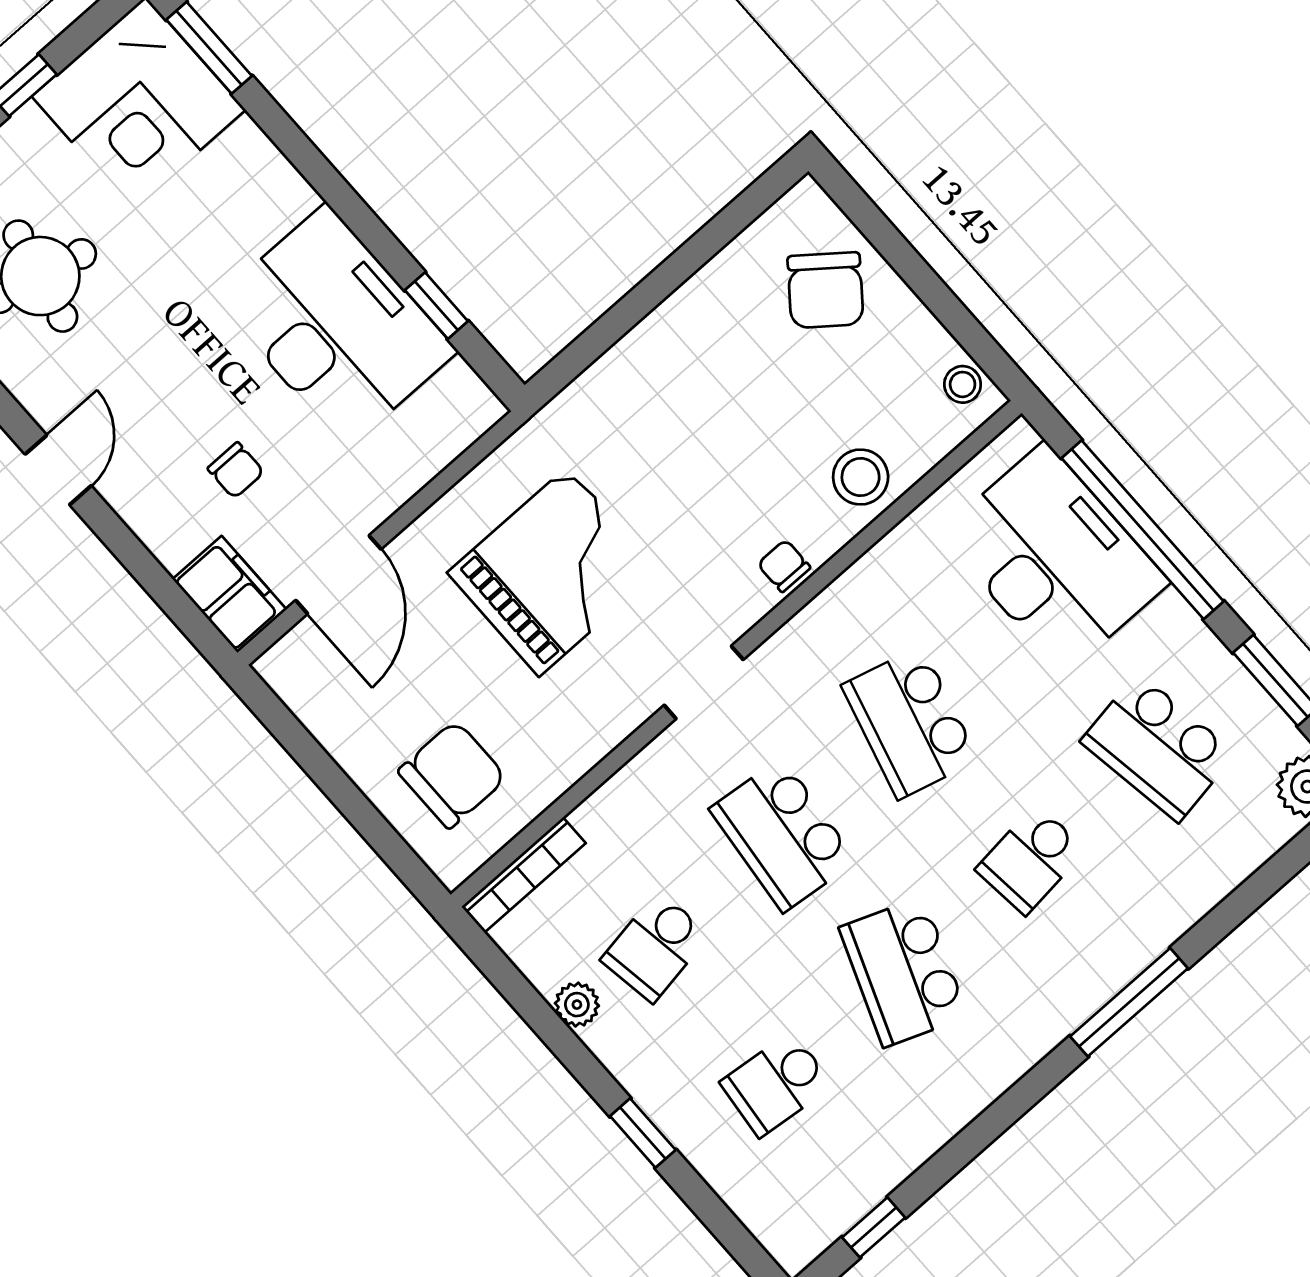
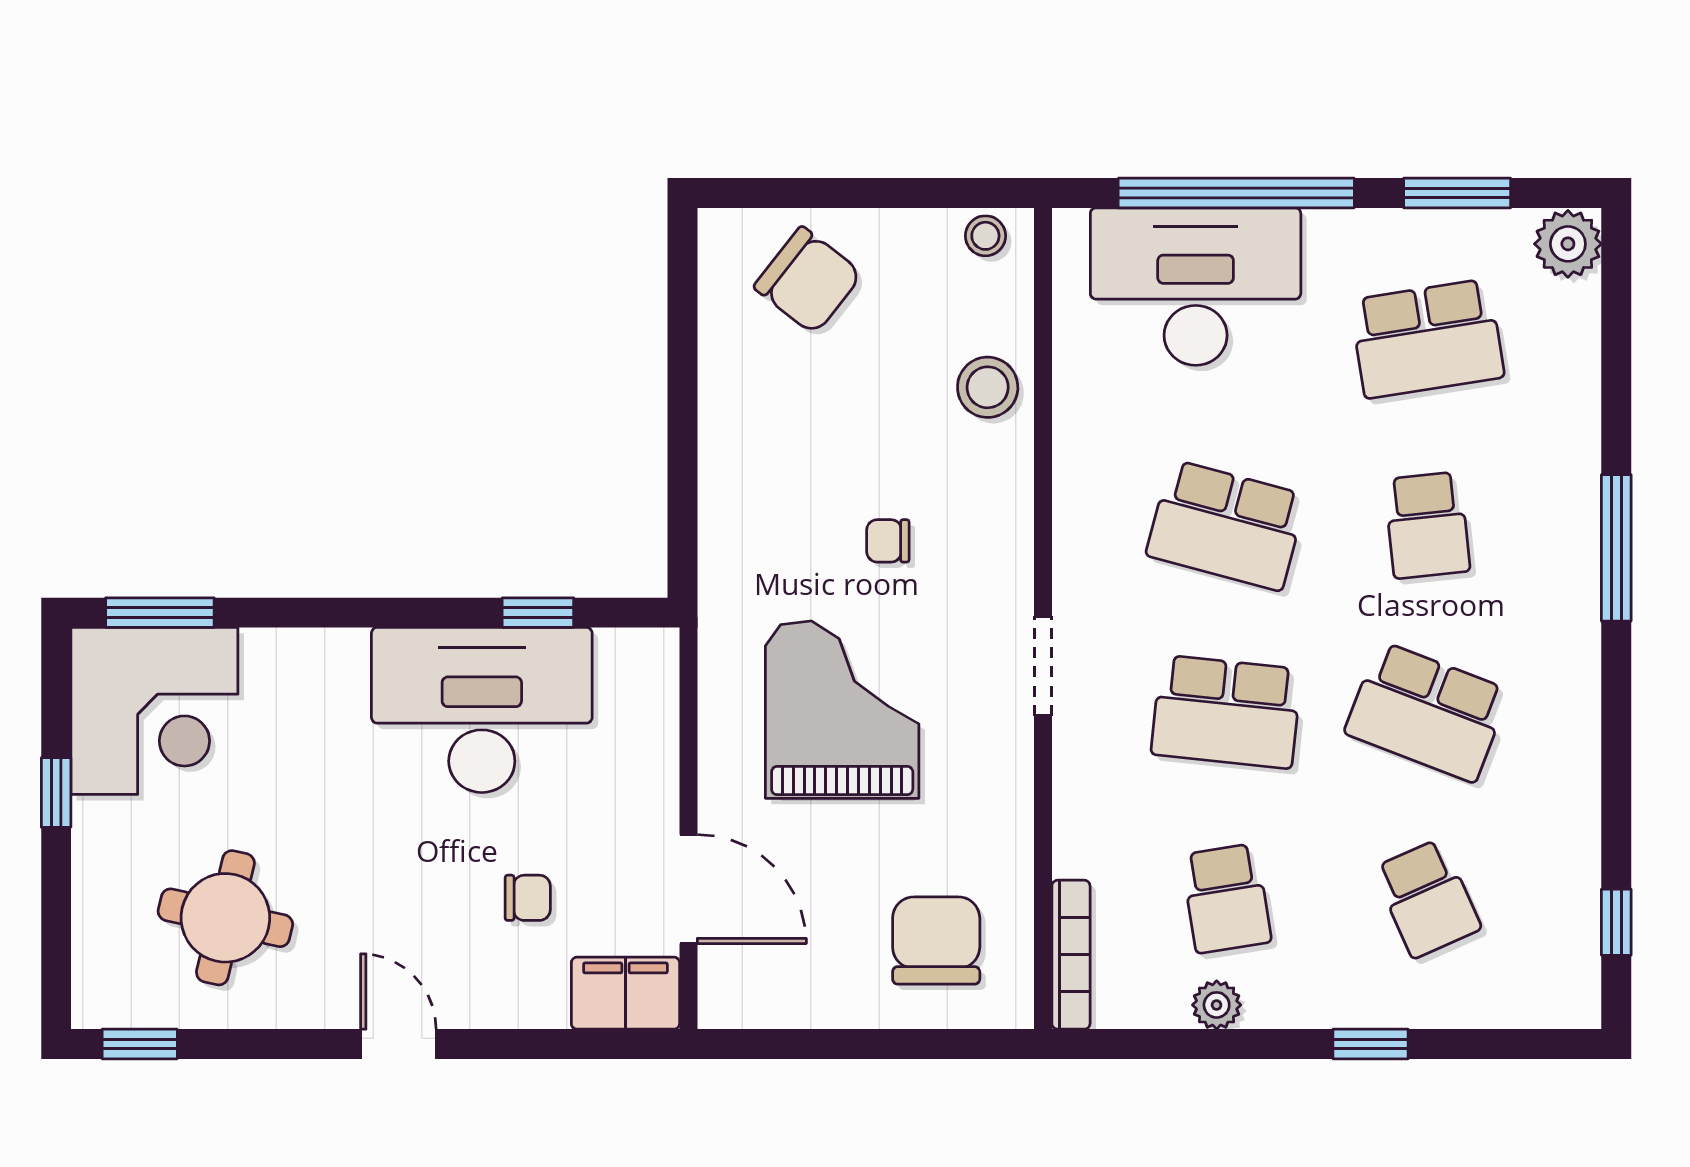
chair: (784, 566) -> (888, 541), moved
school desk: (776, 1084) -> (1427, 898), turned -30

